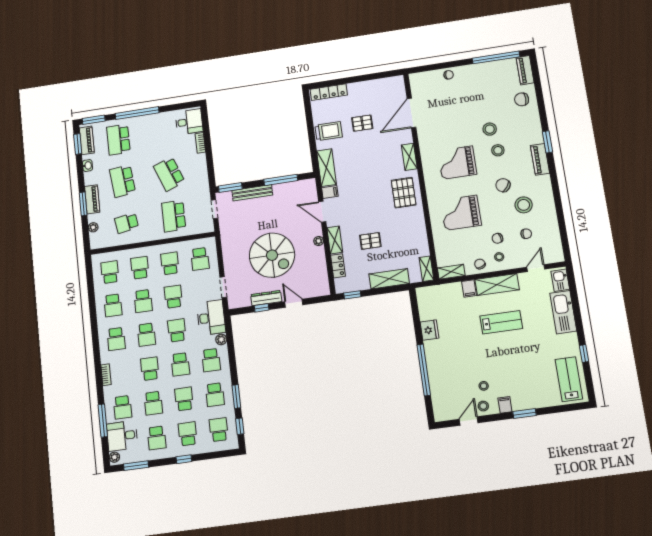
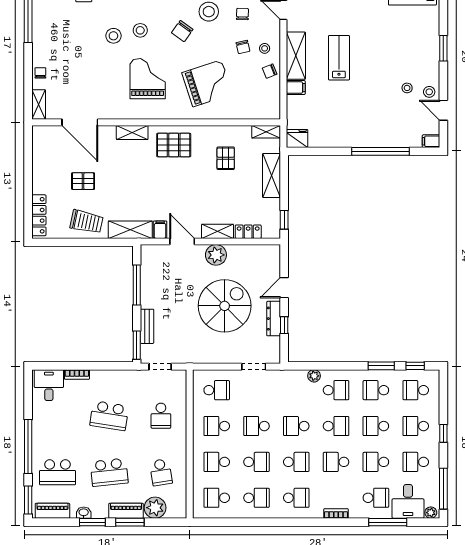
pallet: (362, 123) -> (83, 181), turned 90
trolley: (329, 131) -> (87, 222), turned 102
window: (78, 144) -> (92, 522), moved
grand piano: (457, 163) -> (148, 79), turned 180
school desk: (169, 174) -> (109, 416), turned 30
bench: (252, 193) -> (147, 326), width x0.73
door: (322, 212) -> (182, 242), swing flipped
grand piano: (461, 213) -> (207, 83), turned -108
school desk: (174, 216) -> (161, 416), width x0.54
plant: (93, 227) -> (155, 508), width x1.88, depth x1.88
plant: (319, 241) -> (216, 255), width x1.88, depth x1.88
pallet: (370, 241) -> (226, 158), moved
shelving: (451, 272) -> (39, 104), moved
desk: (211, 318) -> (287, 385), removed
fridge: (429, 330) -> (297, 139), moved
school desk: (215, 395) -> (376, 390), turned 180
school desk: (153, 403) -> (376, 462), turned 180
filing cabinet: (505, 405) -> (431, 141), moved
school desk: (157, 438) -> (416, 462), turned 180
window: (136, 466) -> (443, 489), width x1.44

